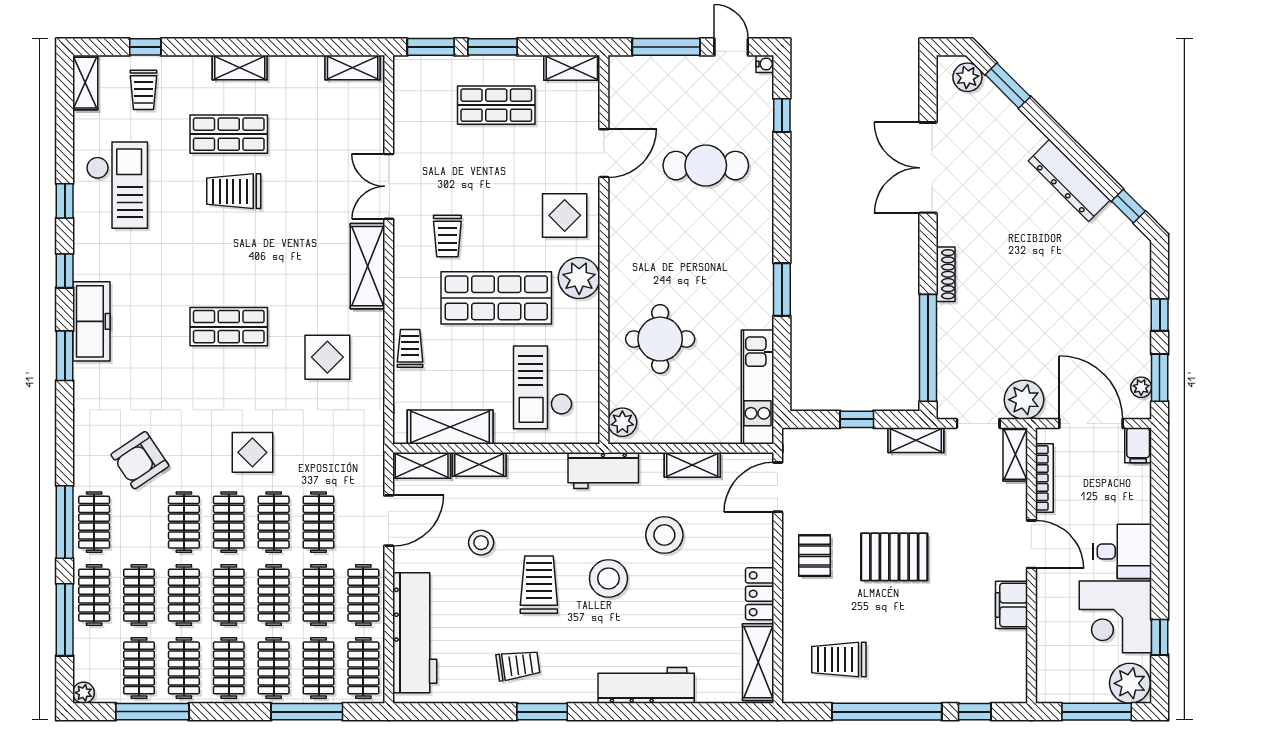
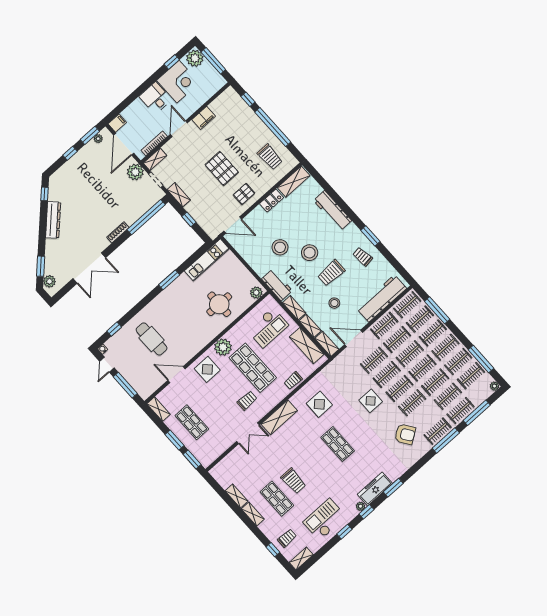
shelving: (353, 68) -> (237, 496), moved
plant: (84, 269) -> (360, 506), added
shelving: (692, 465) -> (294, 308), moved

